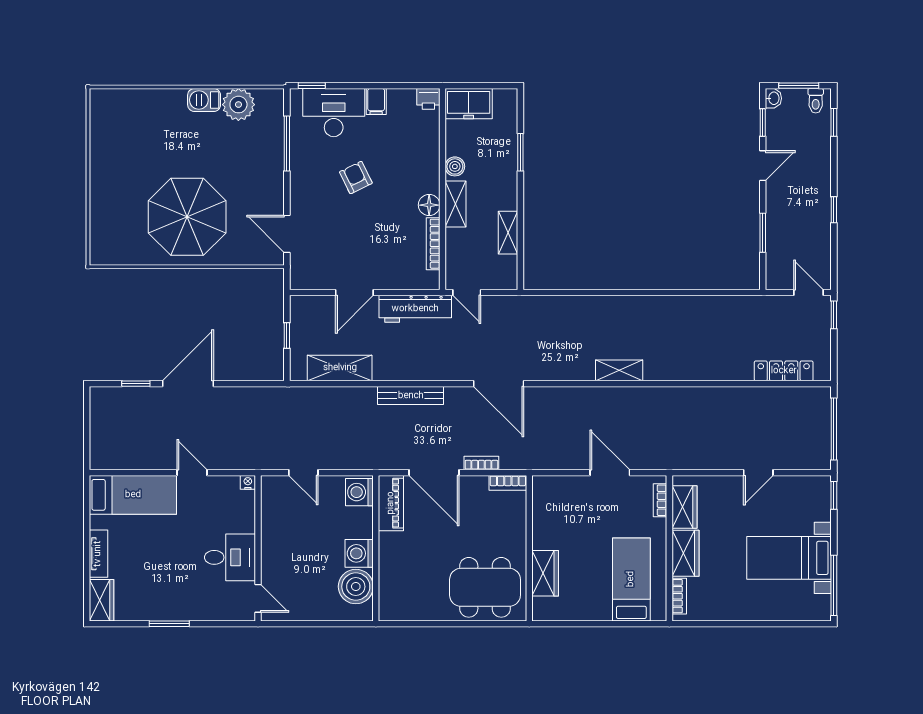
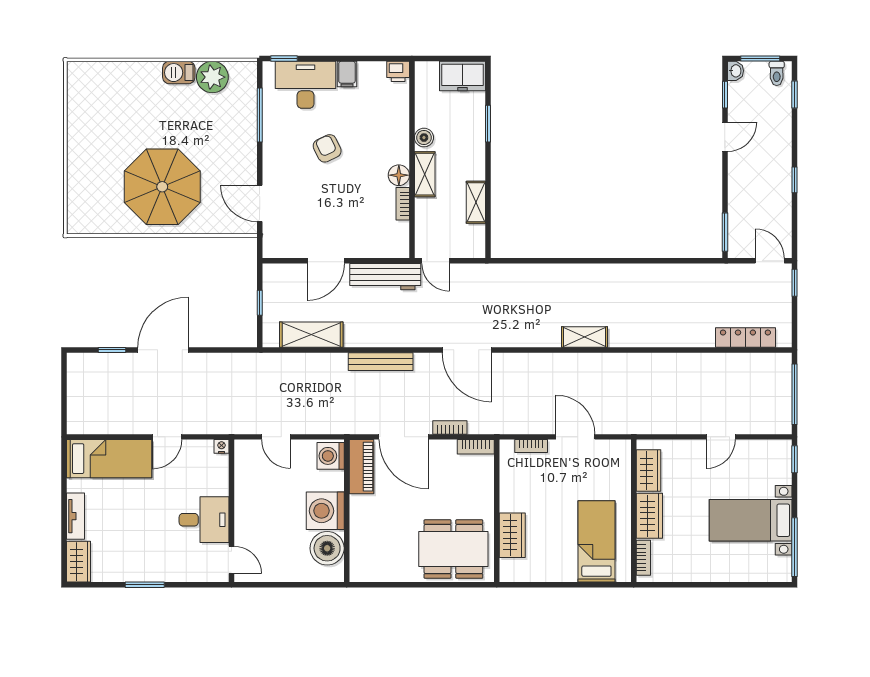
freezer: (469, 104) -> (463, 76), moved
window: (763, 233) -> (725, 232), moved
bookcase: (433, 244) -> (403, 204), width x0.64
door: (192, 473) -> (167, 437), swing flipped
bookcase: (660, 500) -> (531, 446), moved, turned -90
washing machine: (359, 553) -> (325, 511), width x1.37, depth x1.37

